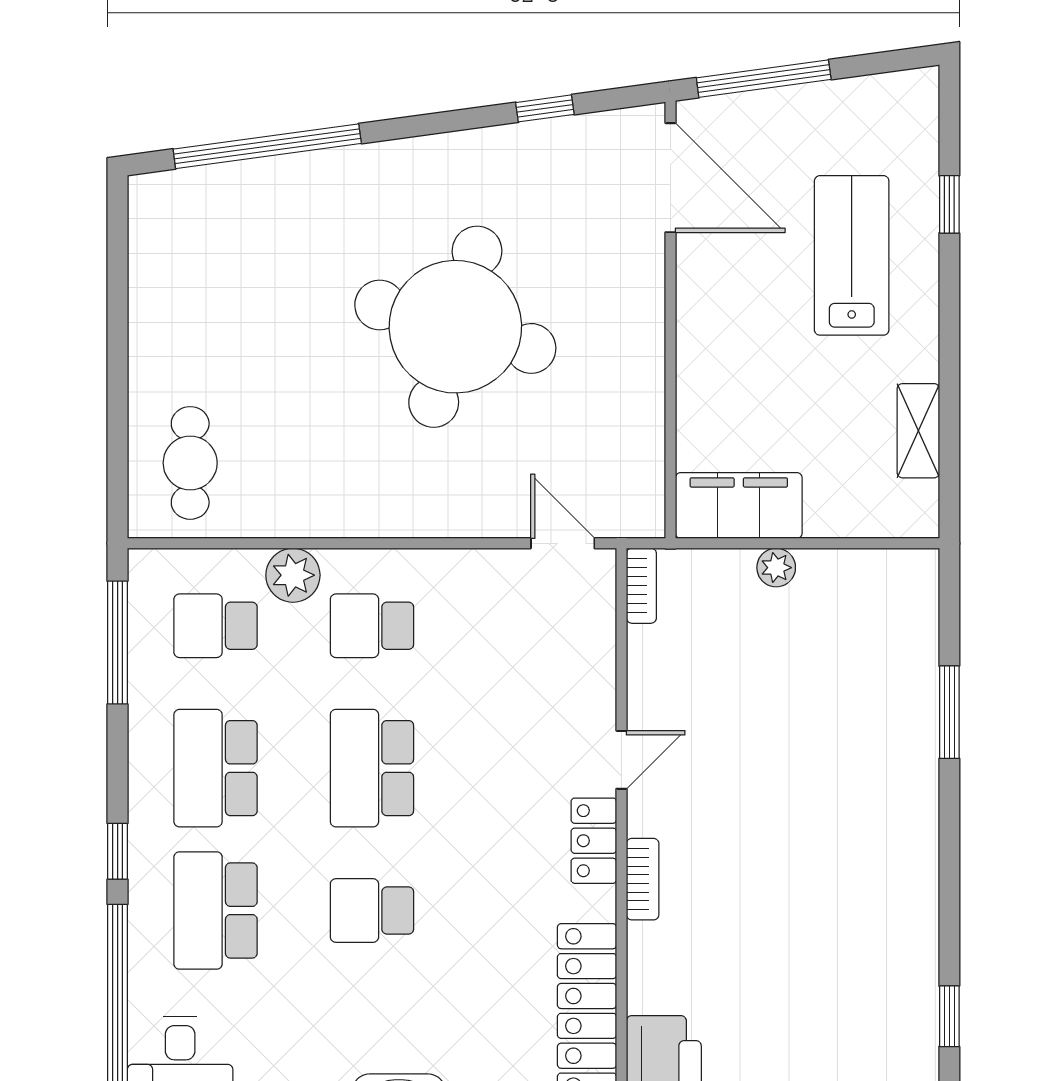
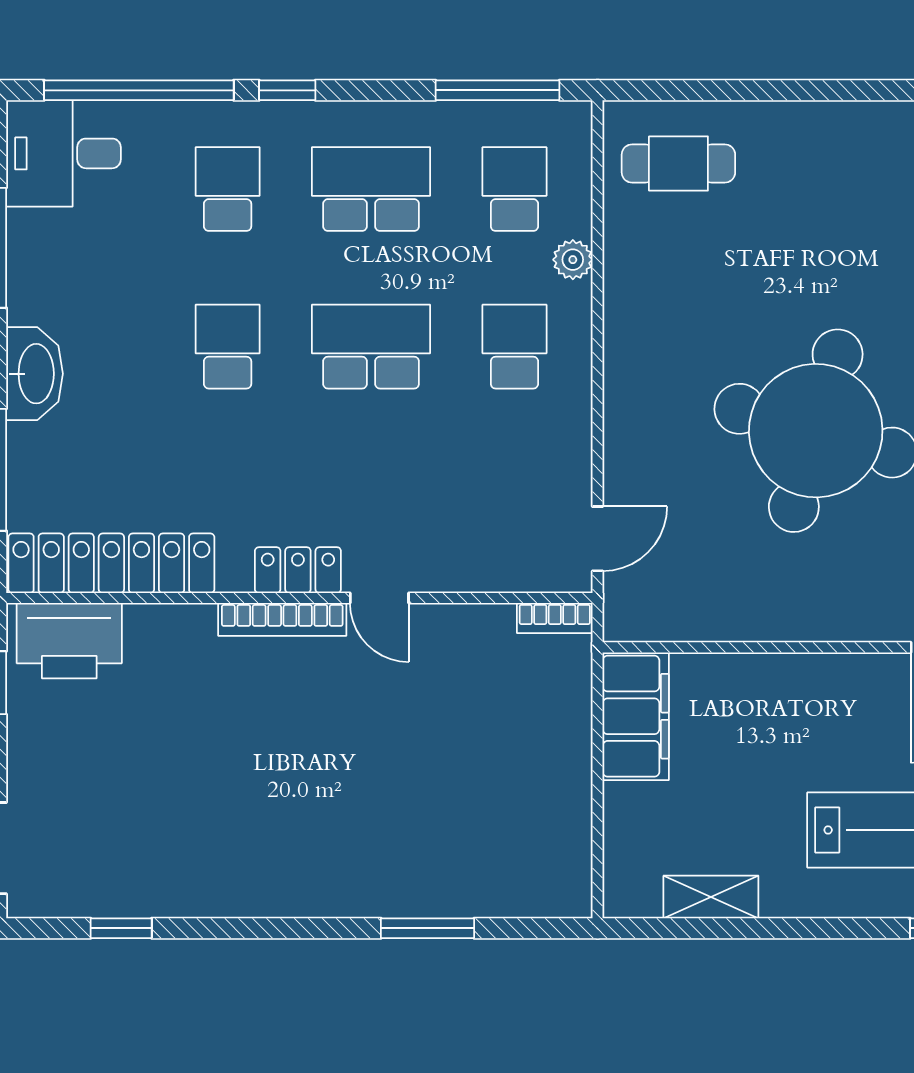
plant: (776, 568) -> (573, 754), removed
plant: (293, 575) -> (573, 260), width x0.73, depth x0.73
bookcase: (643, 879) -> (282, 619), width x1.56
school desk: (216, 910) -> (228, 189), width x0.54

